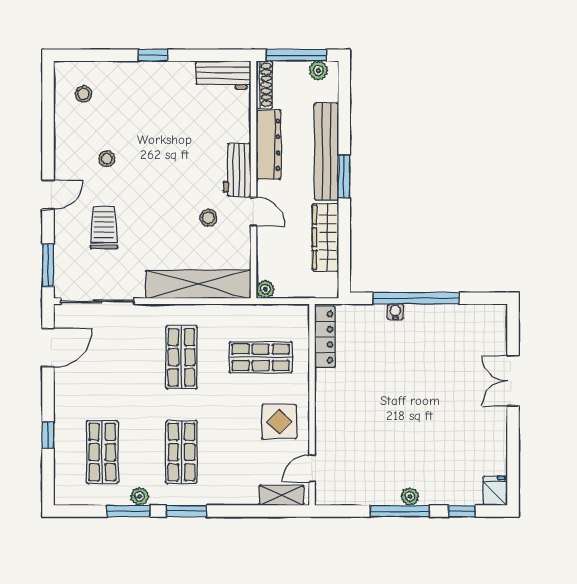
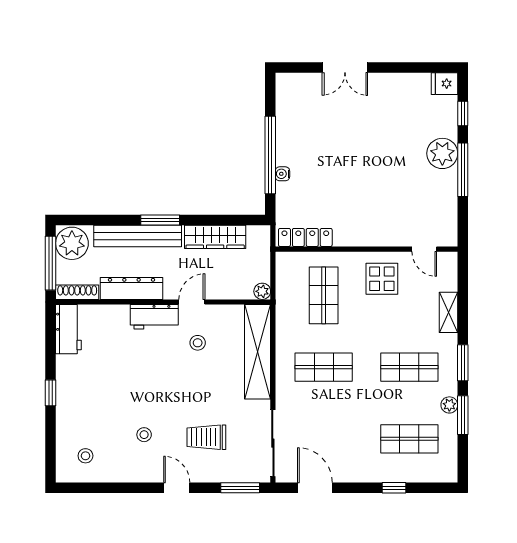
plant: (318, 70) -> (72, 243), width x1.88, depth x1.88
shelving: (282, 495) -> (449, 312), moved
plant: (410, 496) -> (442, 153), width x1.88, depth x1.88

